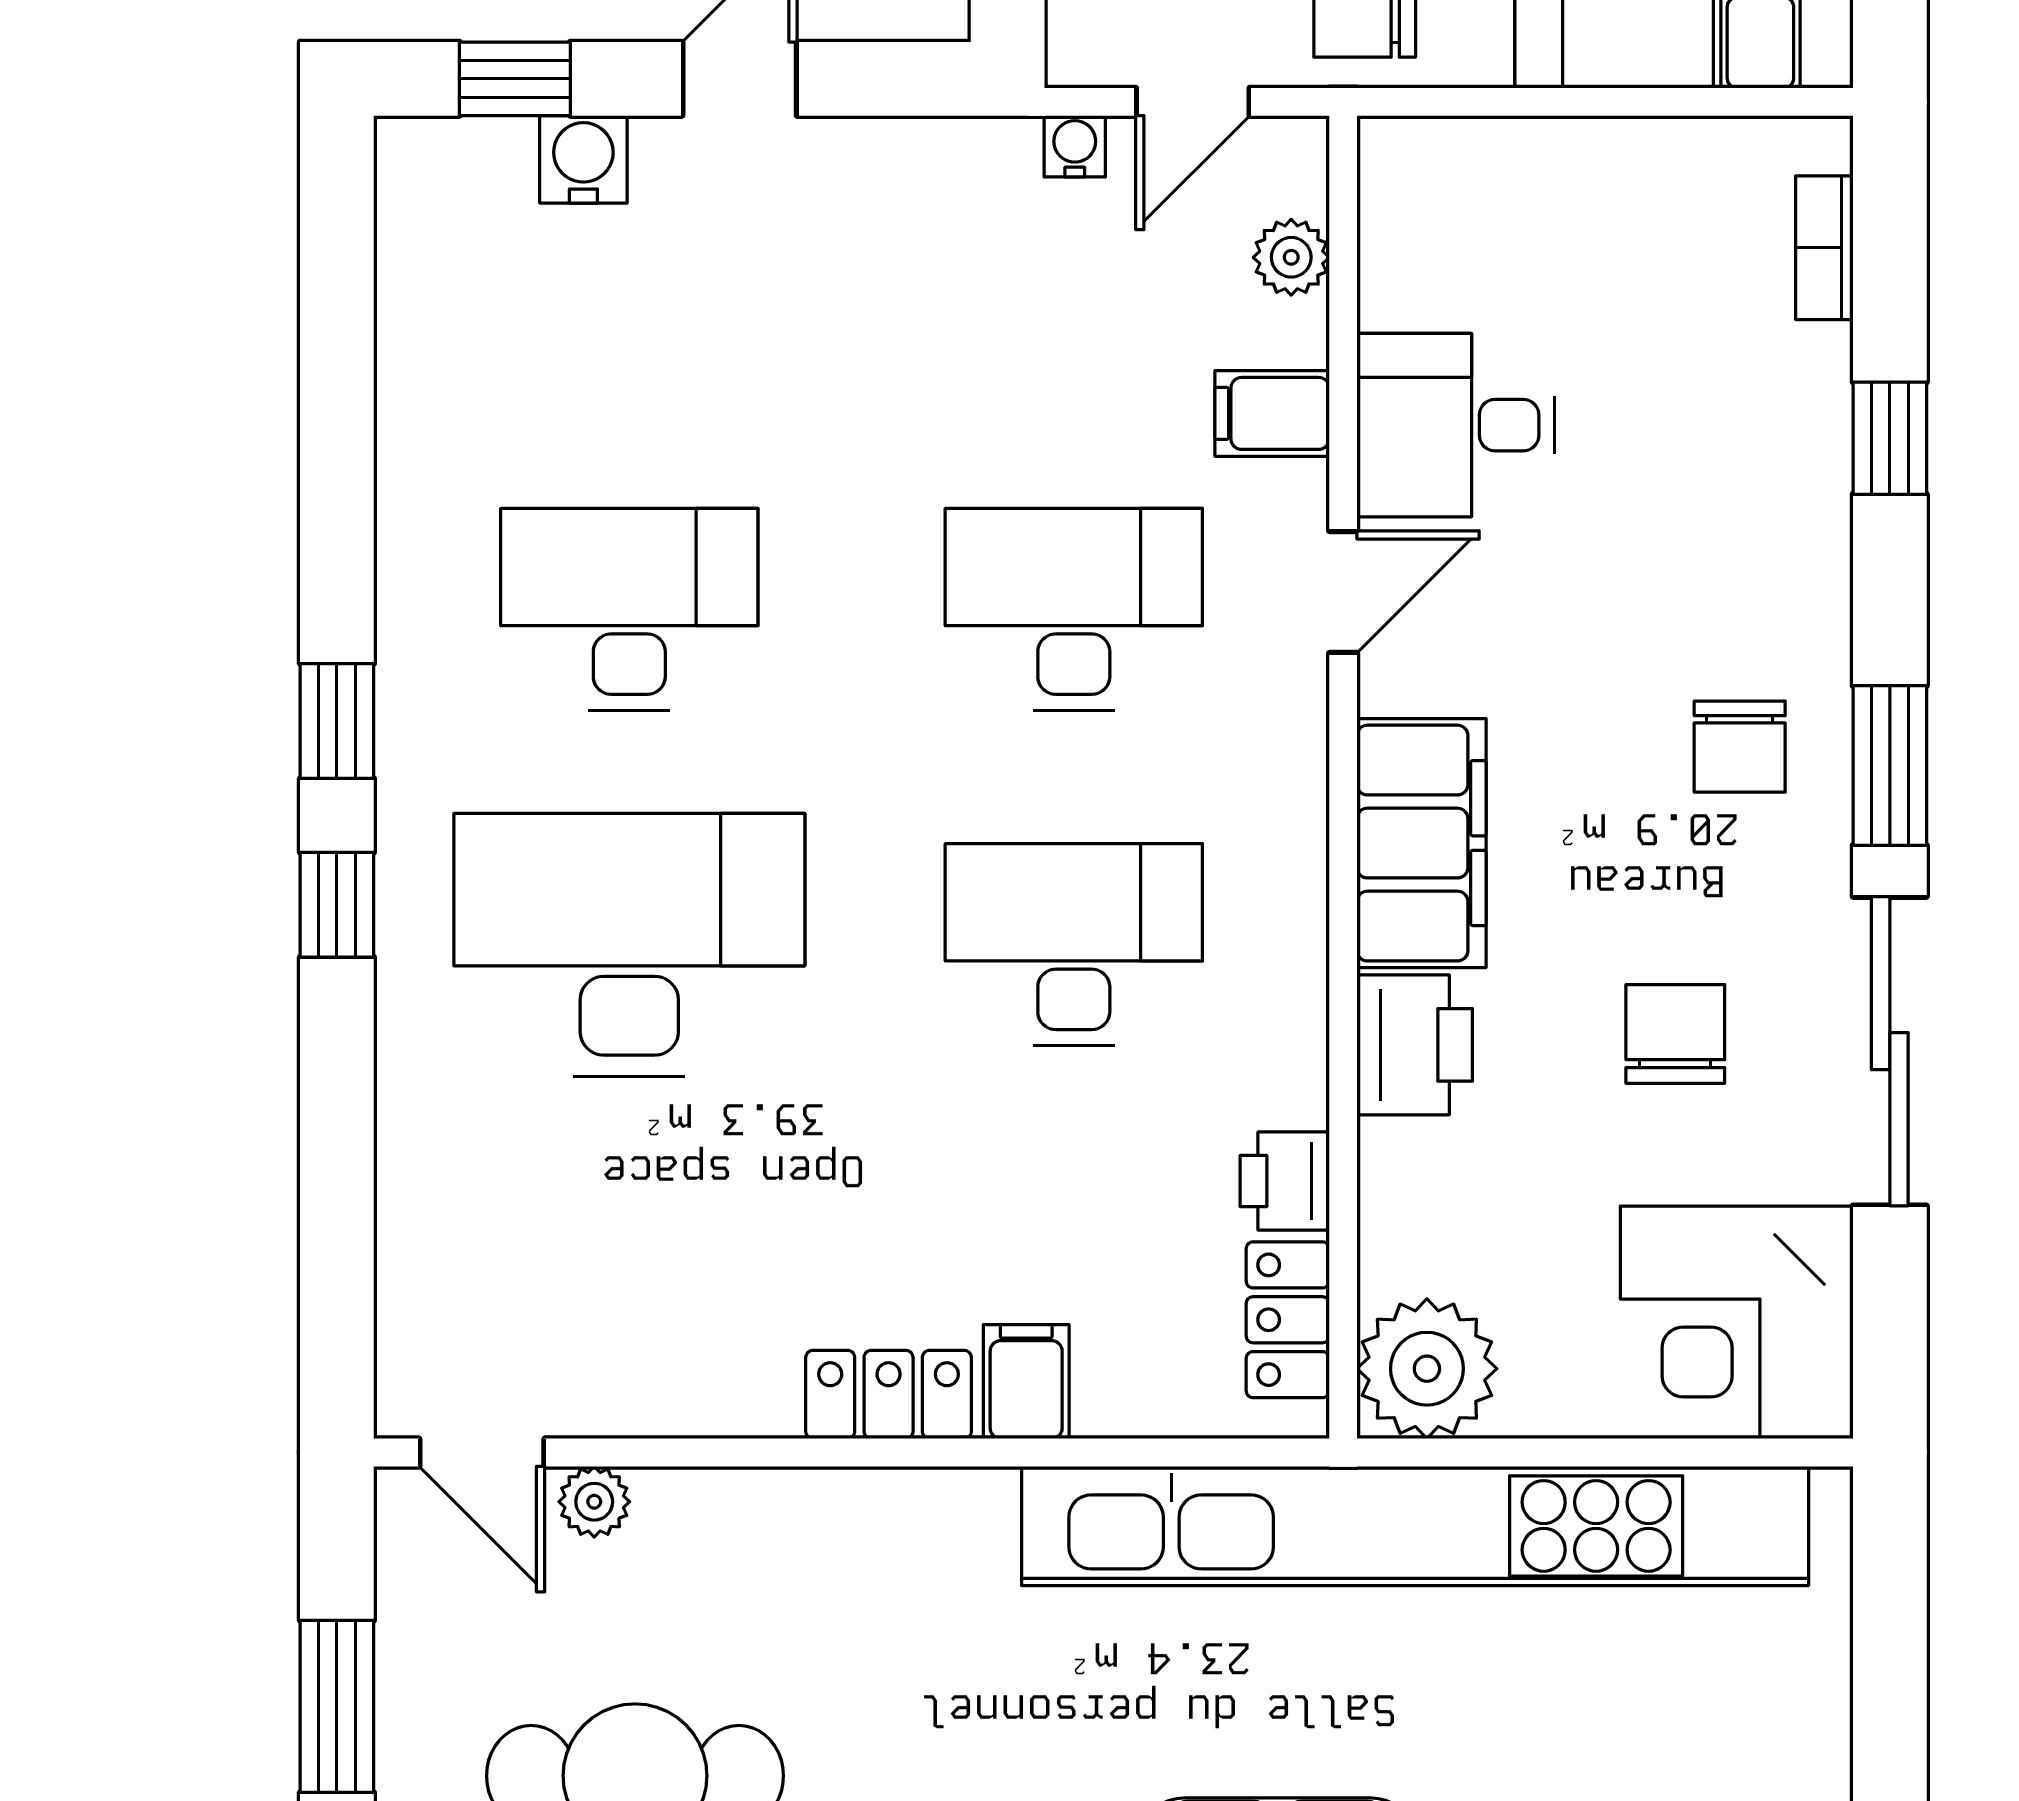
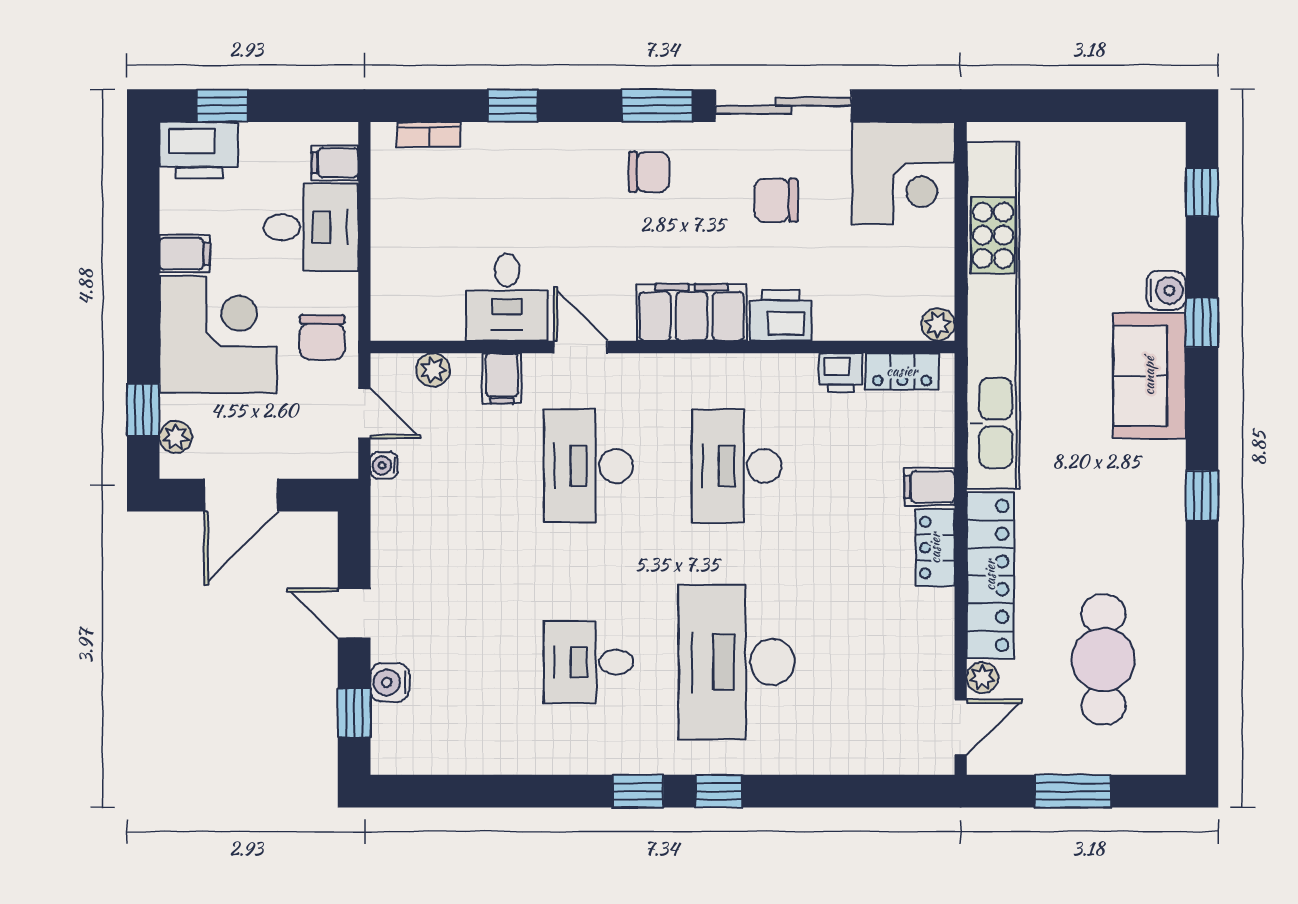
desk: (629, 610) -> (588, 662), width x0.73
plant: (1427, 1369) -> (938, 324), width x0.53, depth x0.53
locker: (826, 1520) -> (990, 575), added

